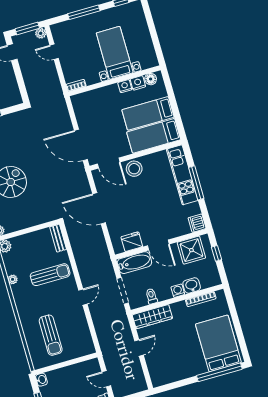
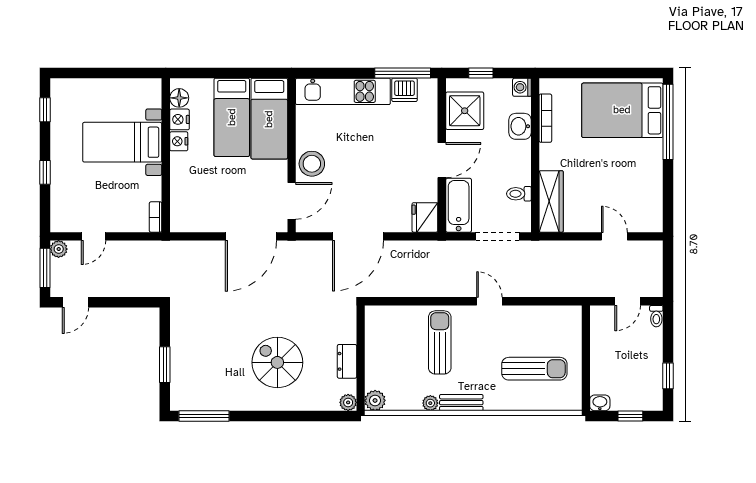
window: (84, 12) -> (45, 172), width x0.46
window: (196, 183) -> (403, 73), moved
dresser: (23, 223) -> (347, 361), added
dishwasher: (197, 223) -> (405, 90), moved
bench: (58, 238) -> (461, 403), moved
fridge: (132, 242) -> (425, 217), moved
washing machine: (178, 291) -> (522, 87), moved
door: (139, 348) -> (614, 236), moved

